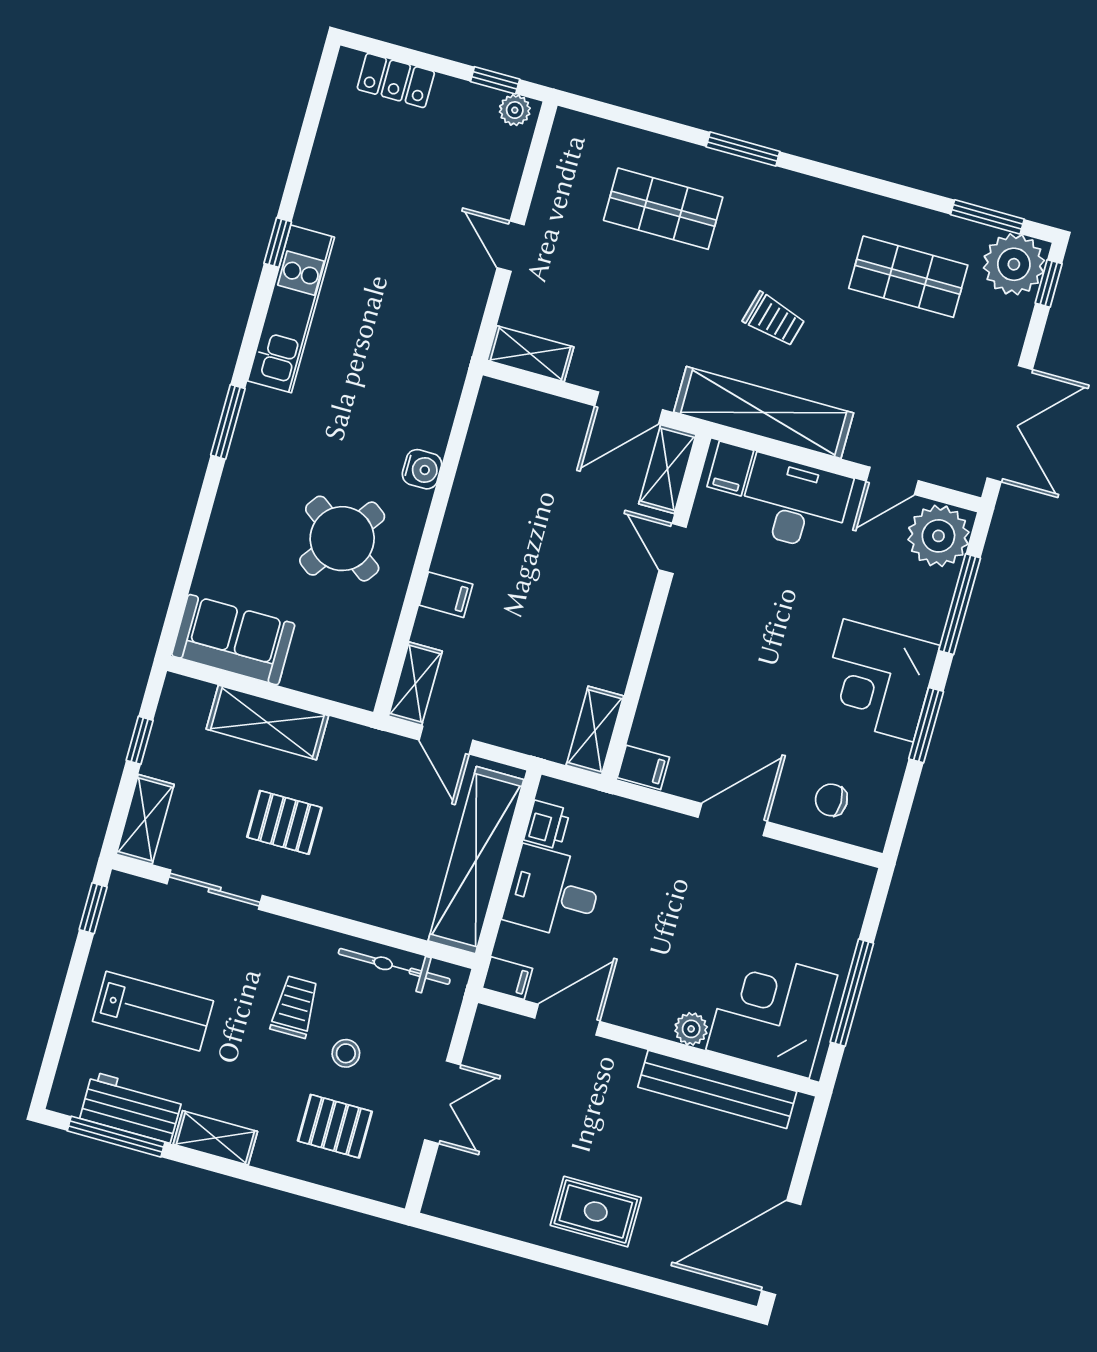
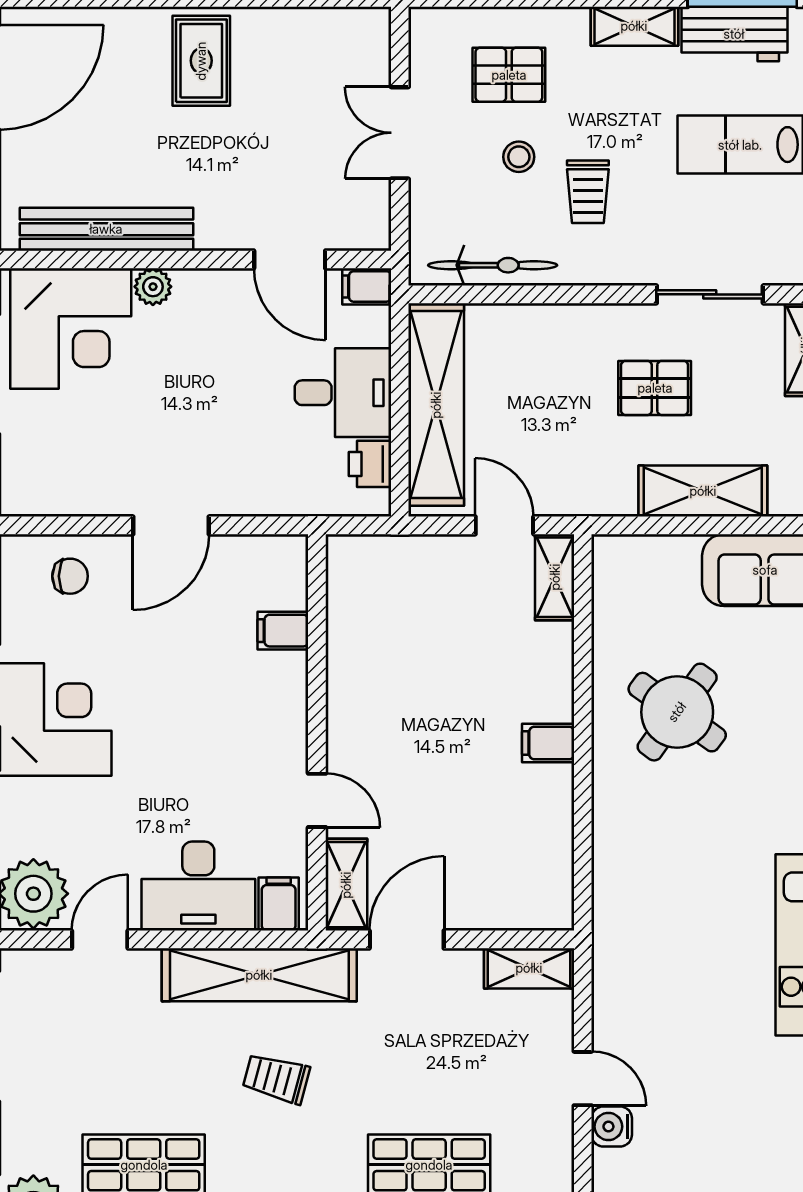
water cooler: (422, 469) -> (612, 1127), moved
filing cabinet: (446, 595) -> (548, 743), moved
shelving: (595, 731) -> (346, 580), removed
filing cabinet: (643, 767) -> (283, 631), moved
door: (567, 1020) -> (290, 260), hinge flipped
rug: (596, 1212) -> (201, 61), turned 90

